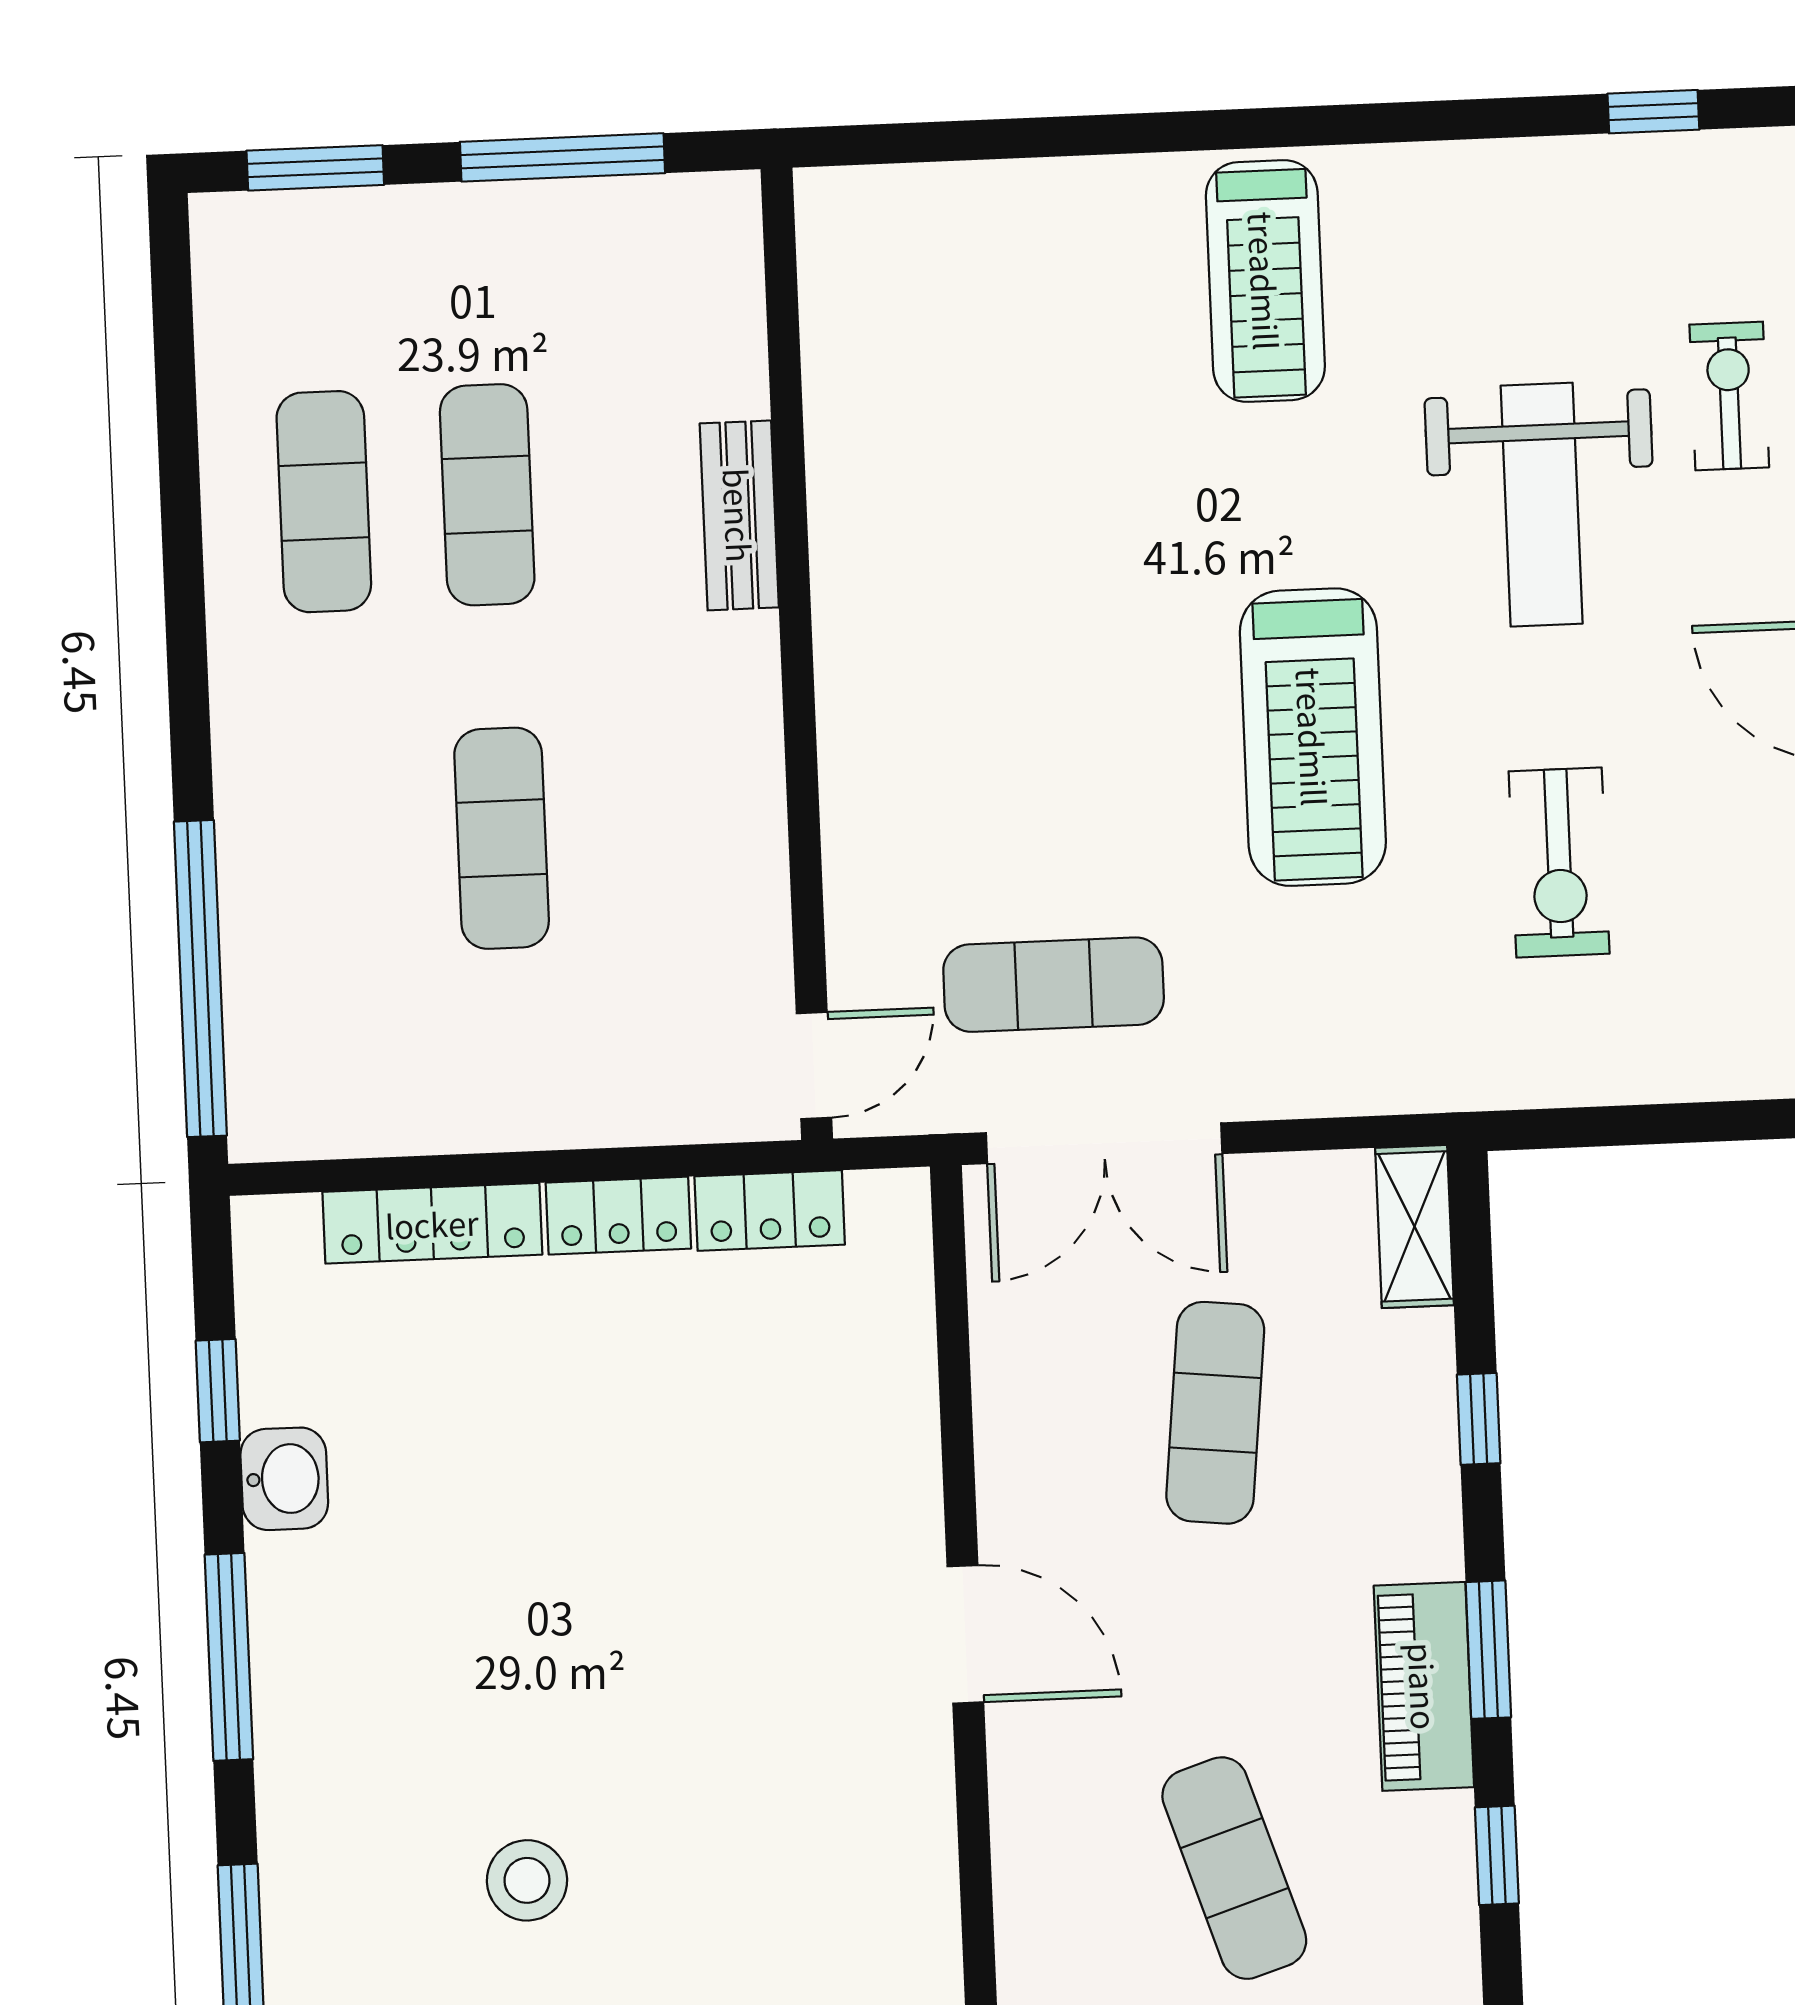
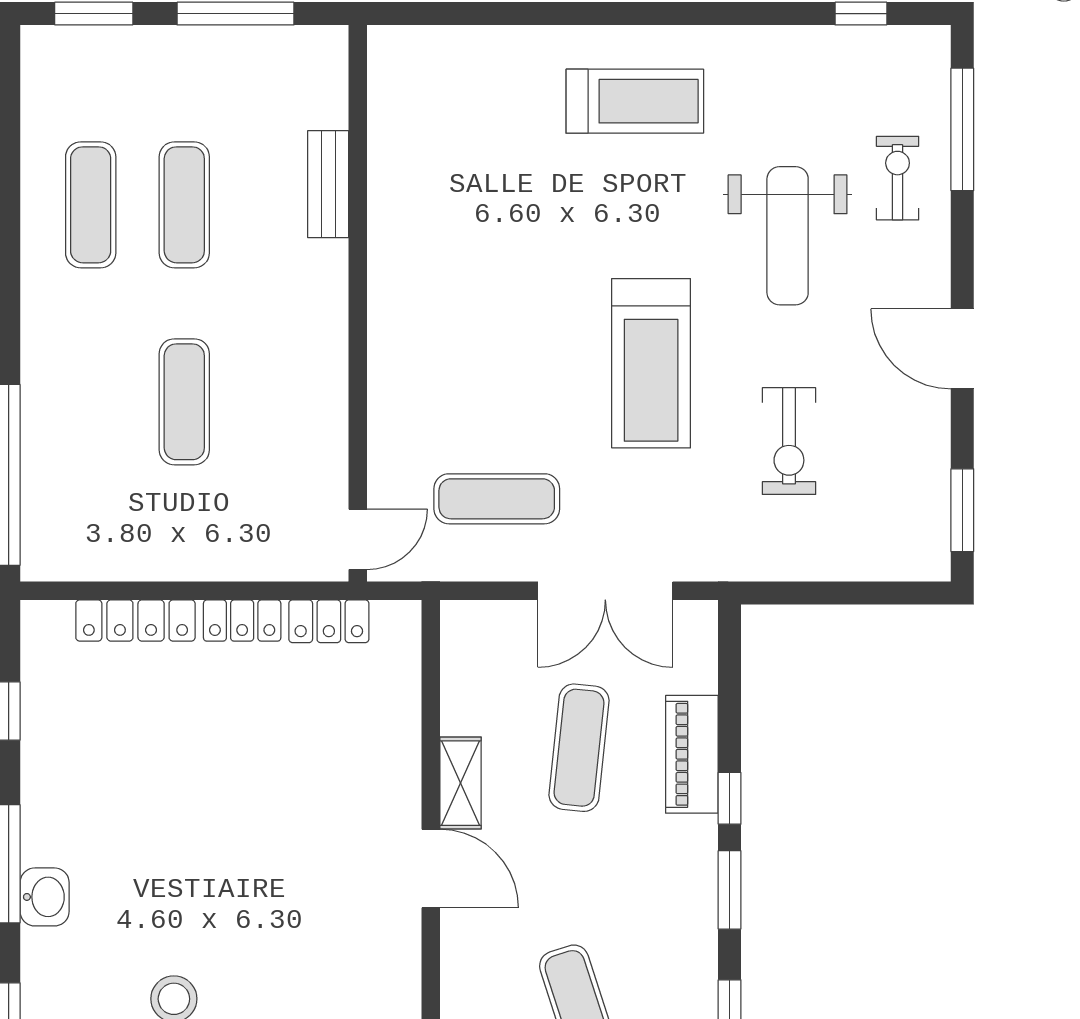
treadmill: (1265, 281) -> (635, 101), turned -90
bench: (739, 515) -> (328, 184), moved
double door: (1104, 1143) -> (605, 591), moved
shelving: (1414, 1226) -> (460, 783), moved
window: (1479, 1419) -> (730, 798), moved
washbasin: (284, 1479) -> (45, 897), moved
piano: (1424, 1686) -> (692, 754), moved

